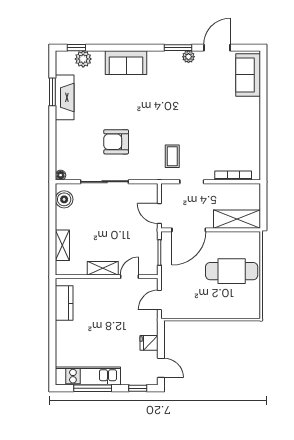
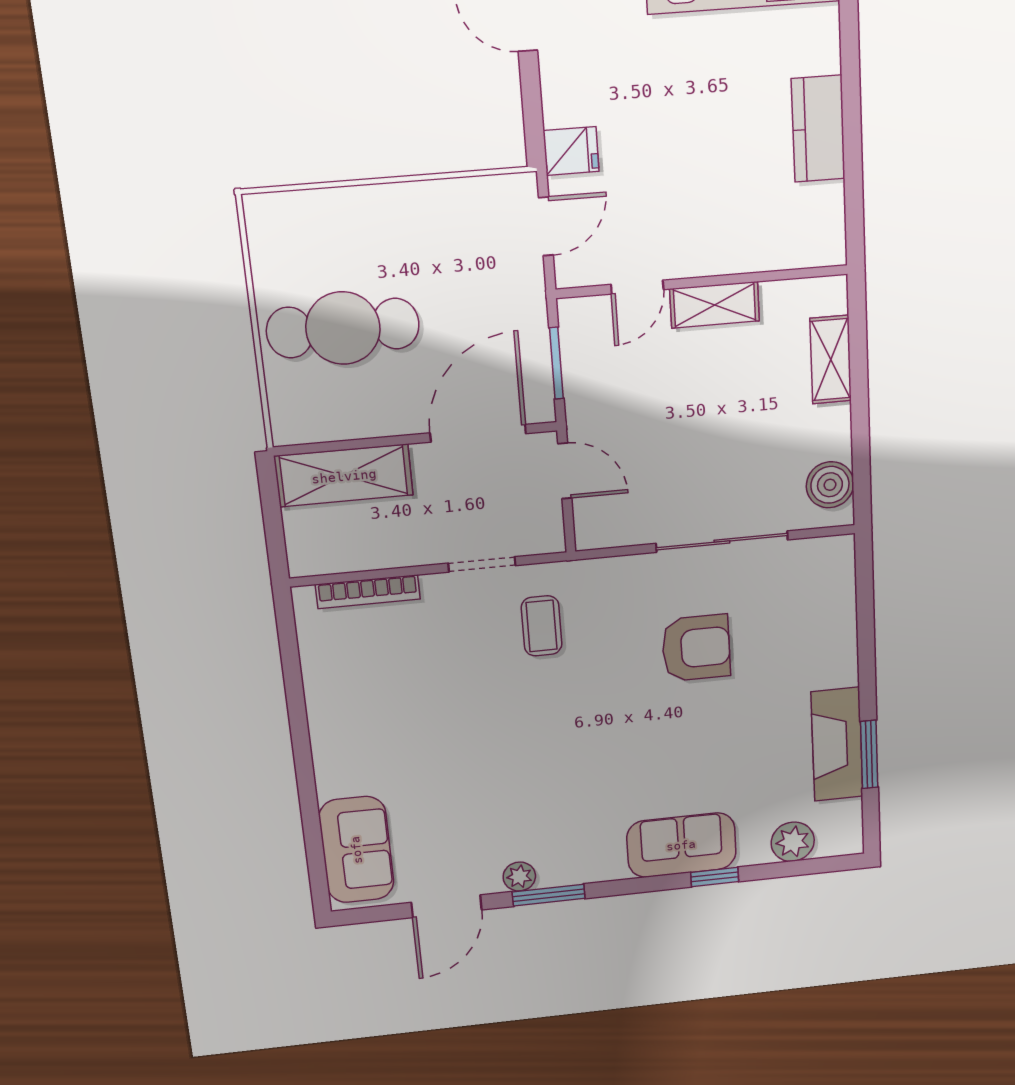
window: (76, 48) -> (715, 877), moved
floor lamp: (61, 175) -> (842, 548), removed
kitchen counter: (64, 303) -> (818, 129), moved
fridge: (149, 343) -> (571, 151), moved

